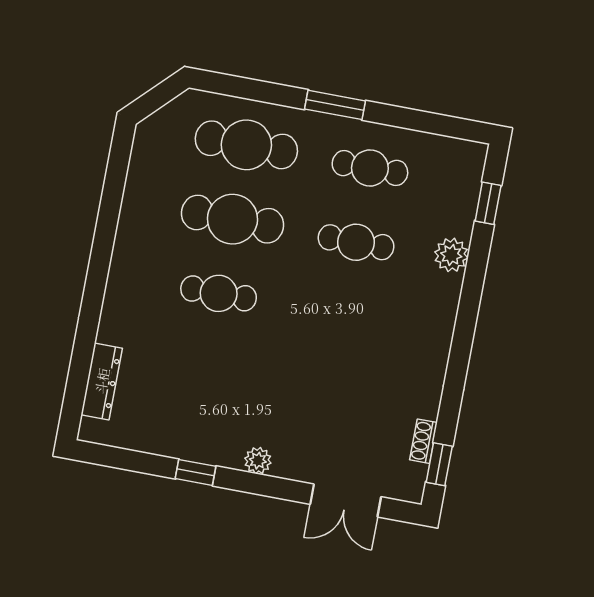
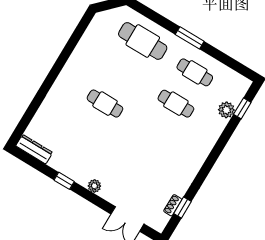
cafe table: (232, 219) -> (124, 72), removed
plant: (451, 255) -> (226, 110), moved
dresser: (102, 381) -> (34, 149), moved, turned -90
window: (439, 464) -> (182, 208), moved

